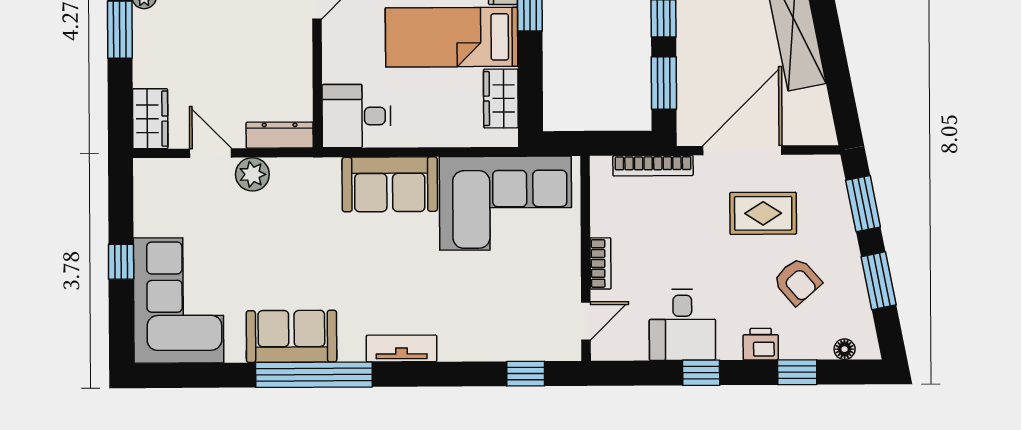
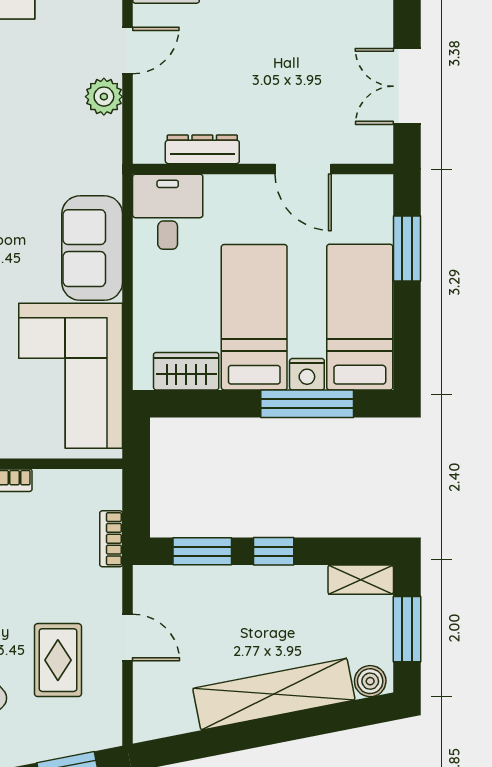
dresser: (280, 135) -> (202, 149), moved, turned -90
door: (742, 150) -> (128, 637), width x0.53
bookcase: (653, 166) -> (111, 539), width x0.64

